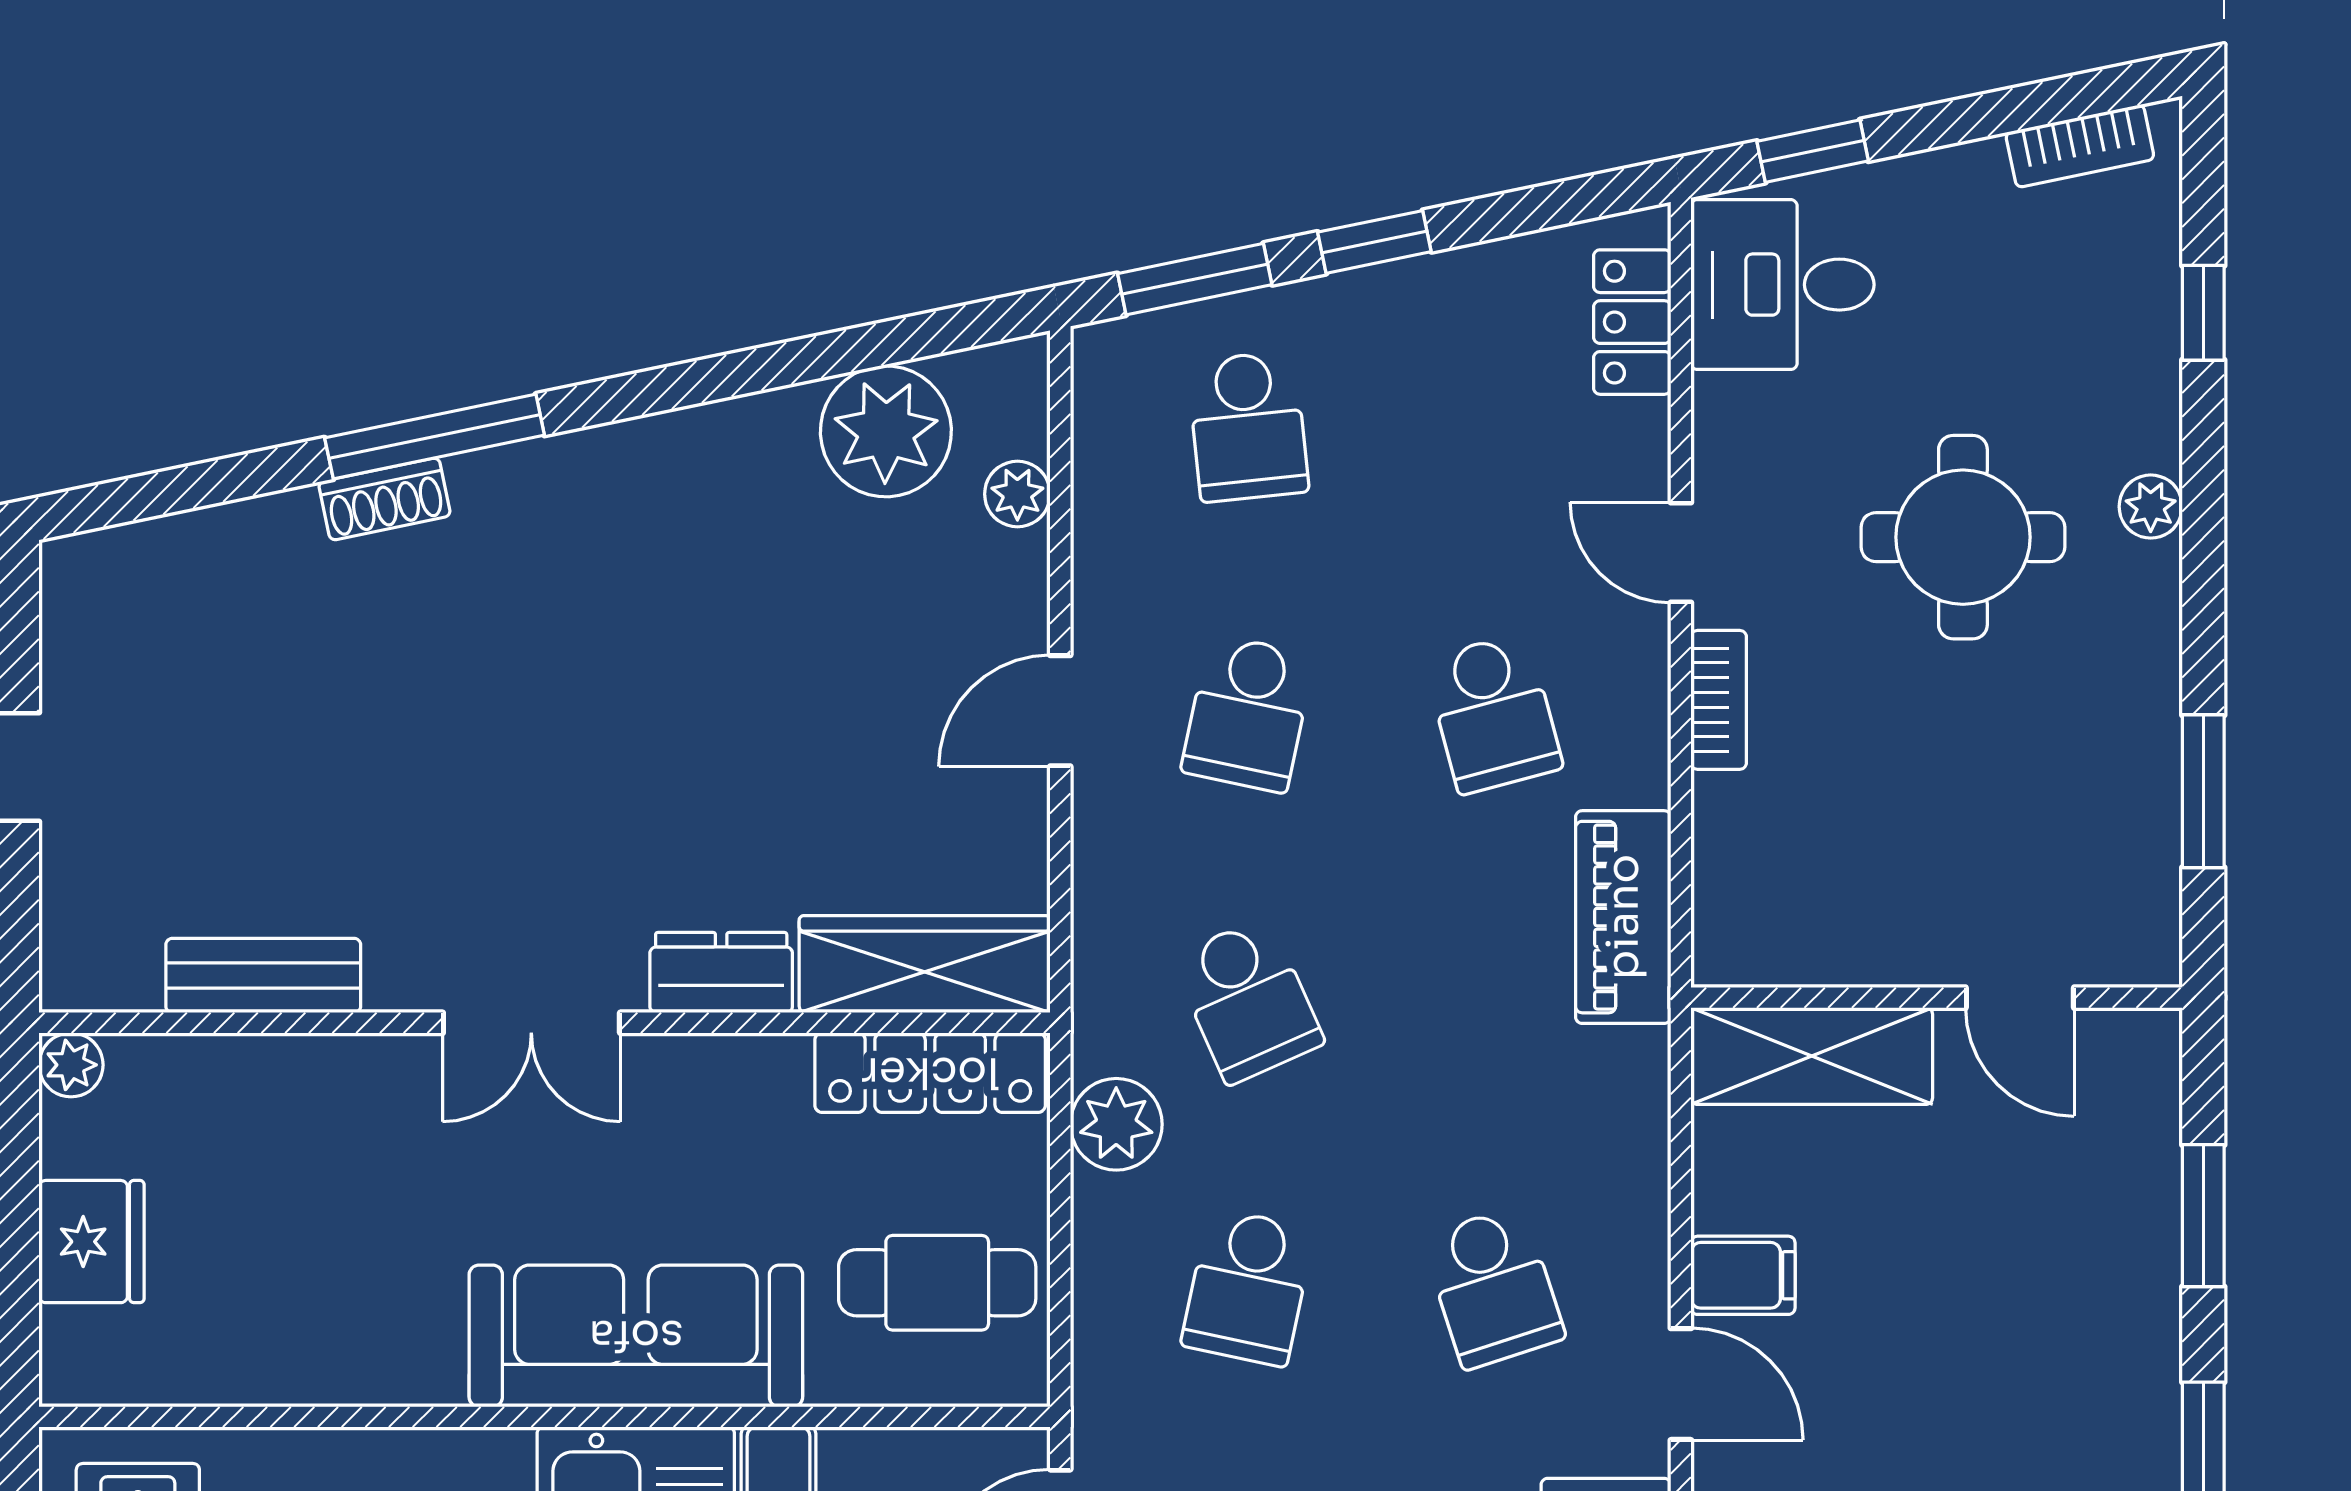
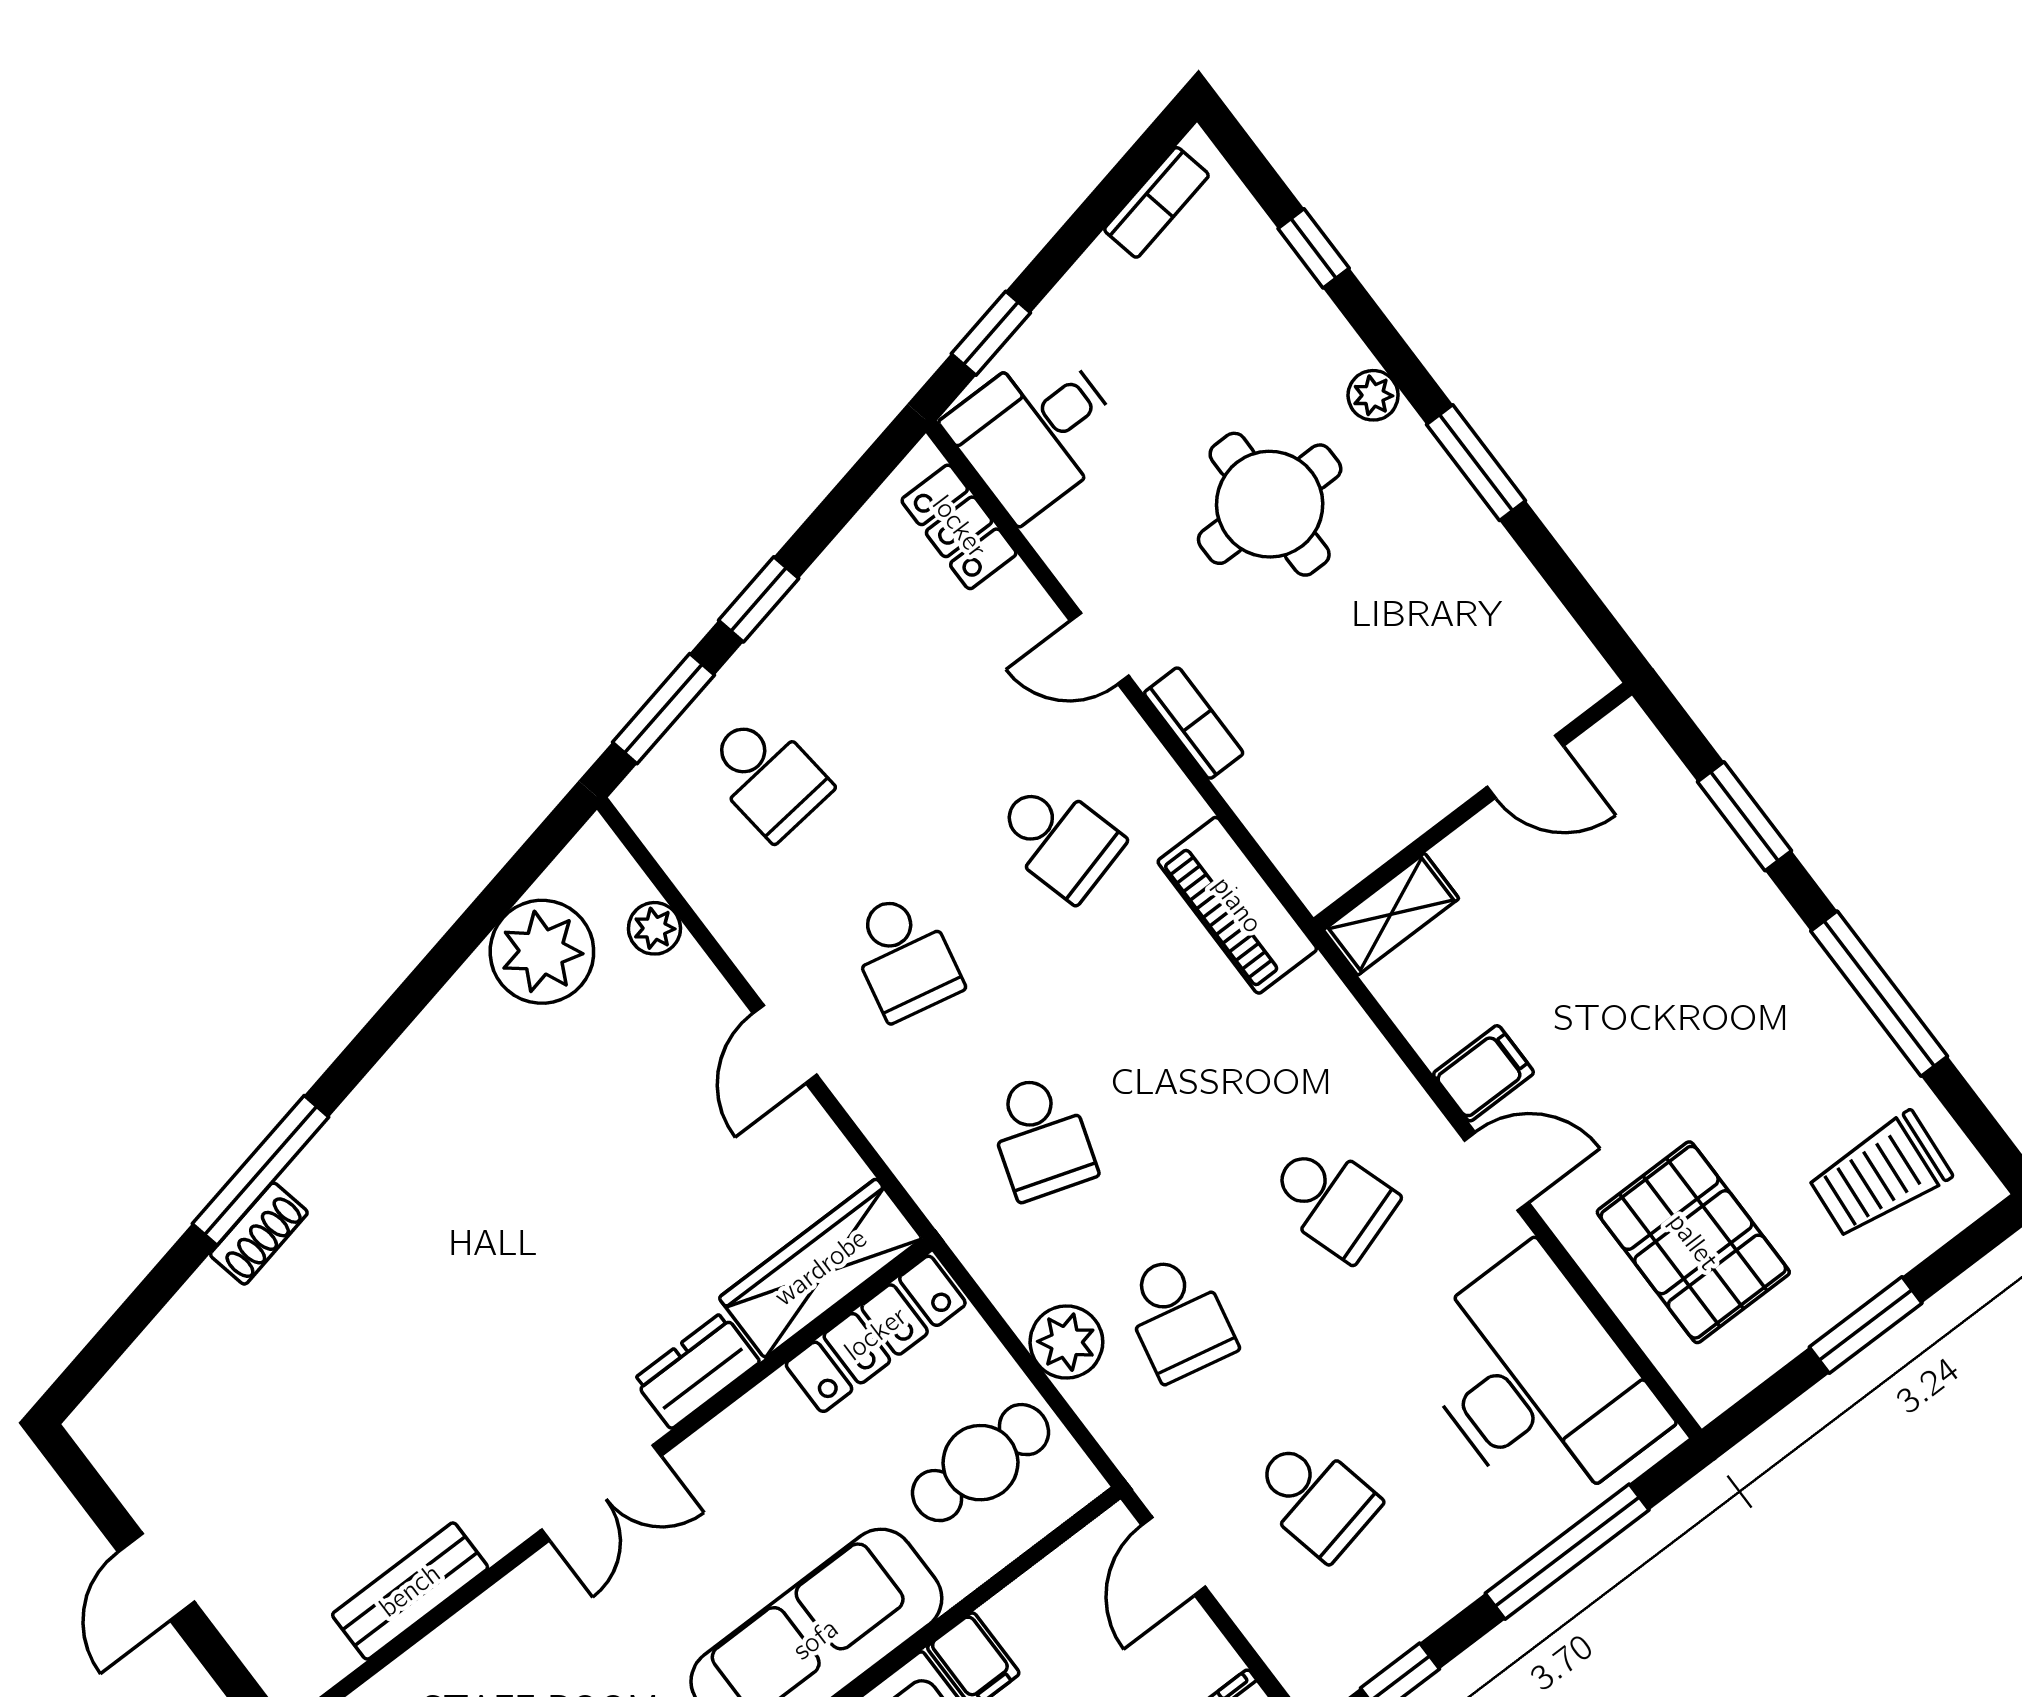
window: (2203, 791) -> (1476, 463), moved
school desk: (1248, 1000) -> (1041, 1137), turned 42
shelving: (1812, 1056) -> (1391, 914), width x0.67, depth x0.75
plant: (1116, 1124) -> (1066, 1342), moved

